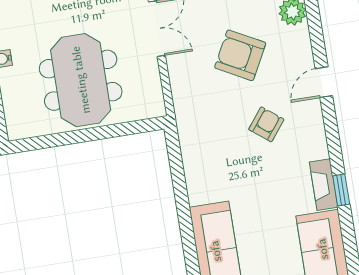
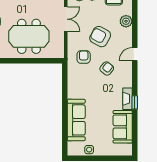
meeting table: (81, 80) -> (29, 36), turned 90
armchair: (210, 107) -> (84, 57), added

